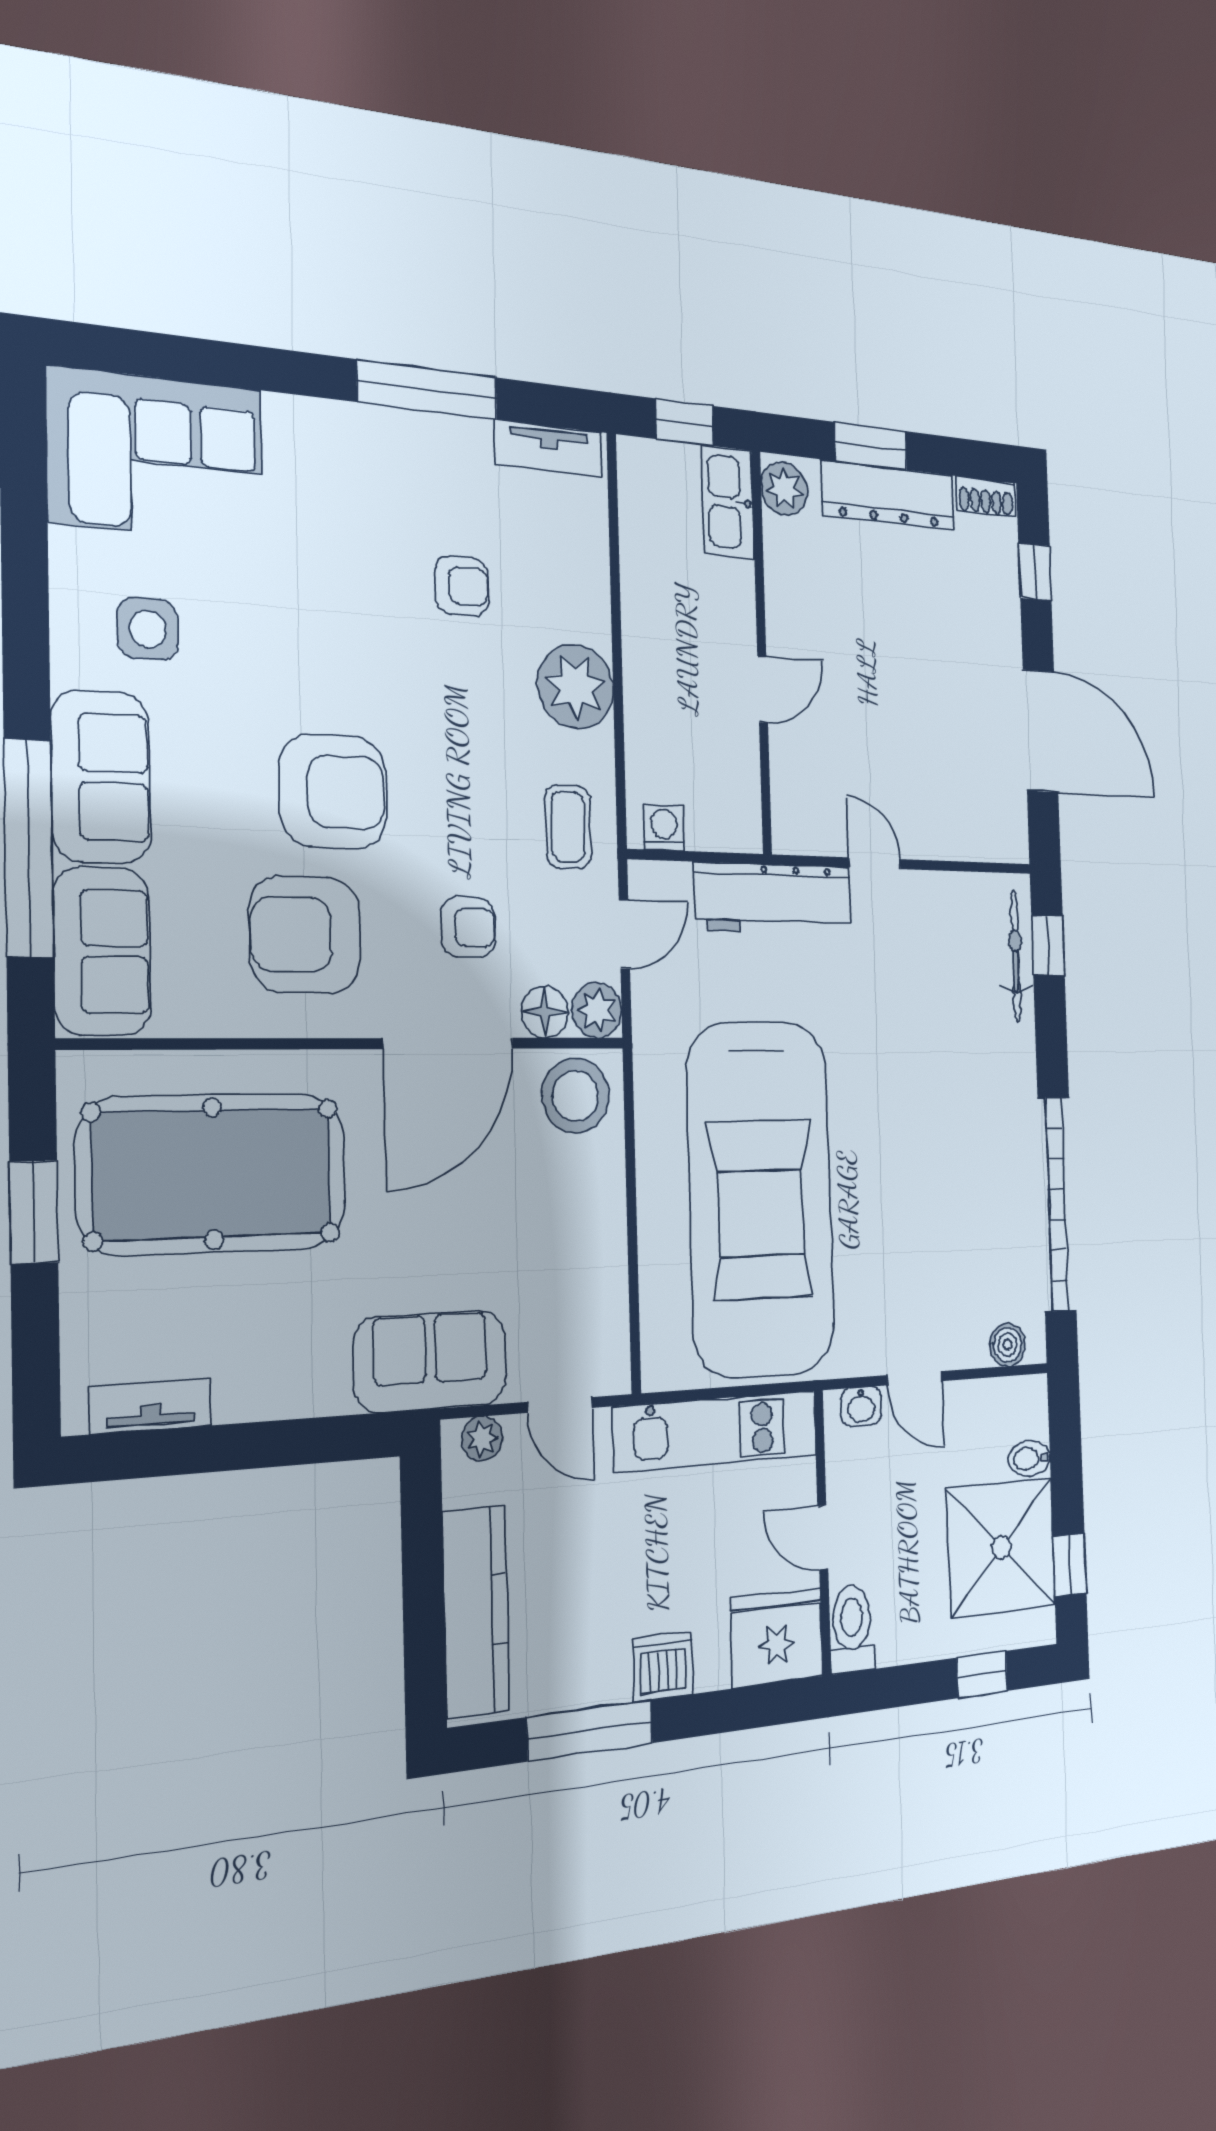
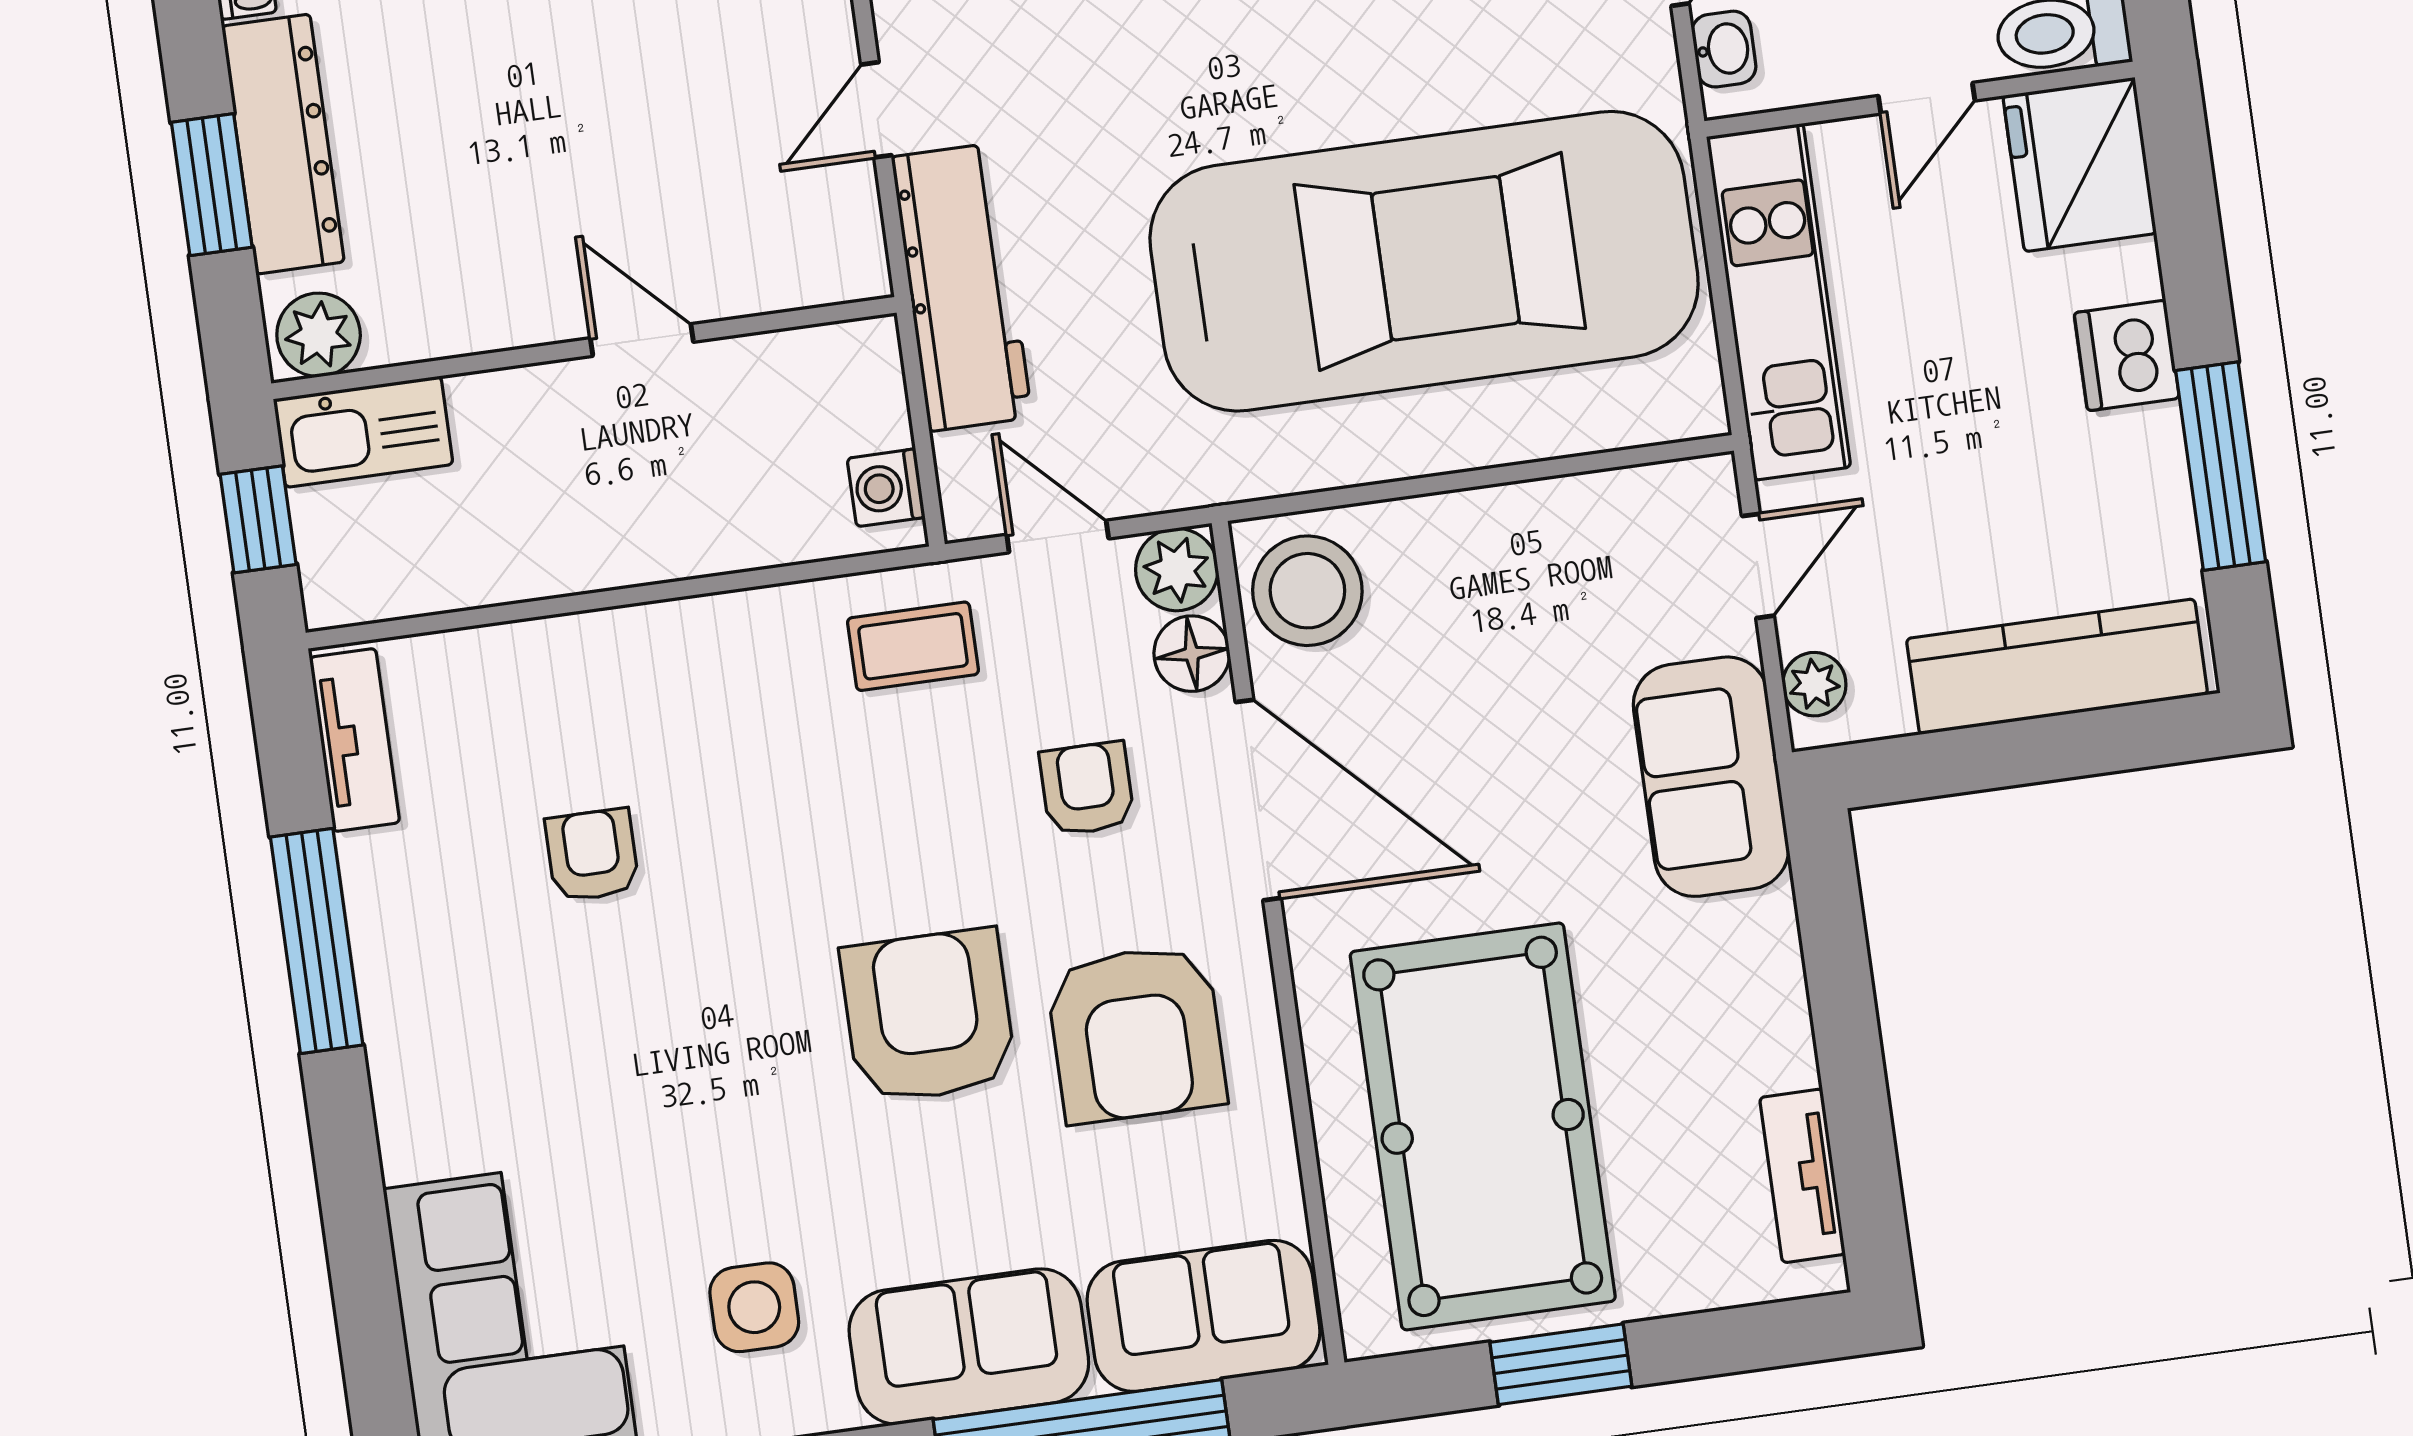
plant: (576, 687) -> (702, 657), removed

